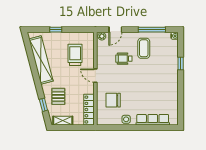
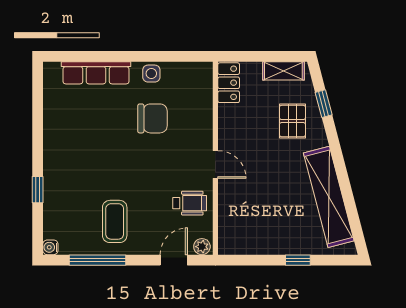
trolley: (75, 55) -> (258, 208), removed
wheelchair: (124, 59) -> (190, 203), moved
chair: (113, 100) -> (152, 118), moved
locker: (89, 110) -> (229, 83), width x0.66

